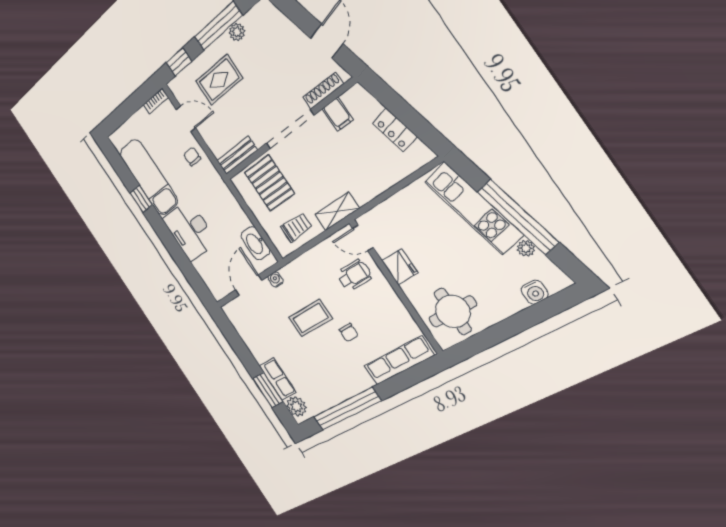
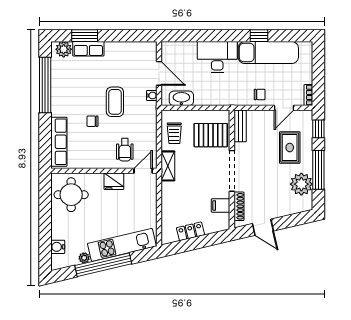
plant: (237, 32) -> (301, 184), width x1.87, depth x1.87

